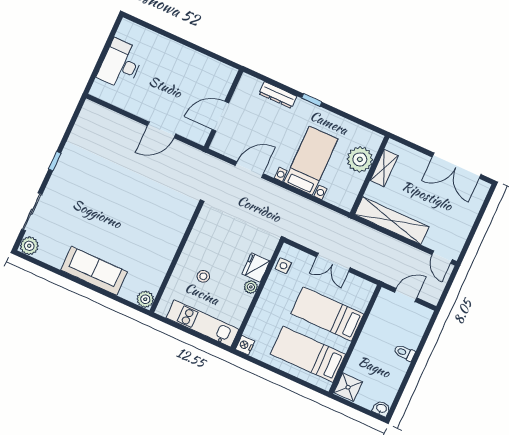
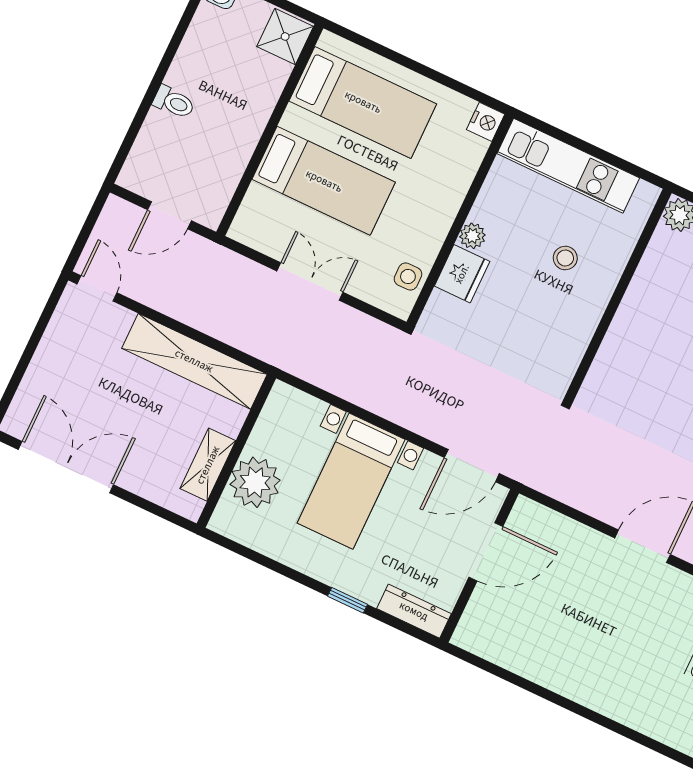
wall: (224, 109) -> (479, 566), moved
door: (220, 116) -> (486, 552), moved

